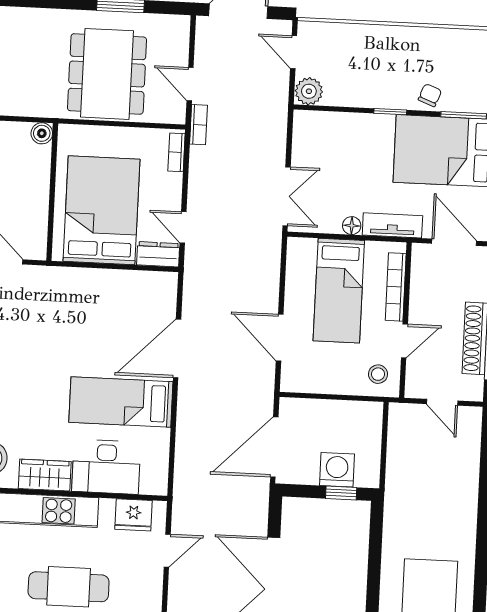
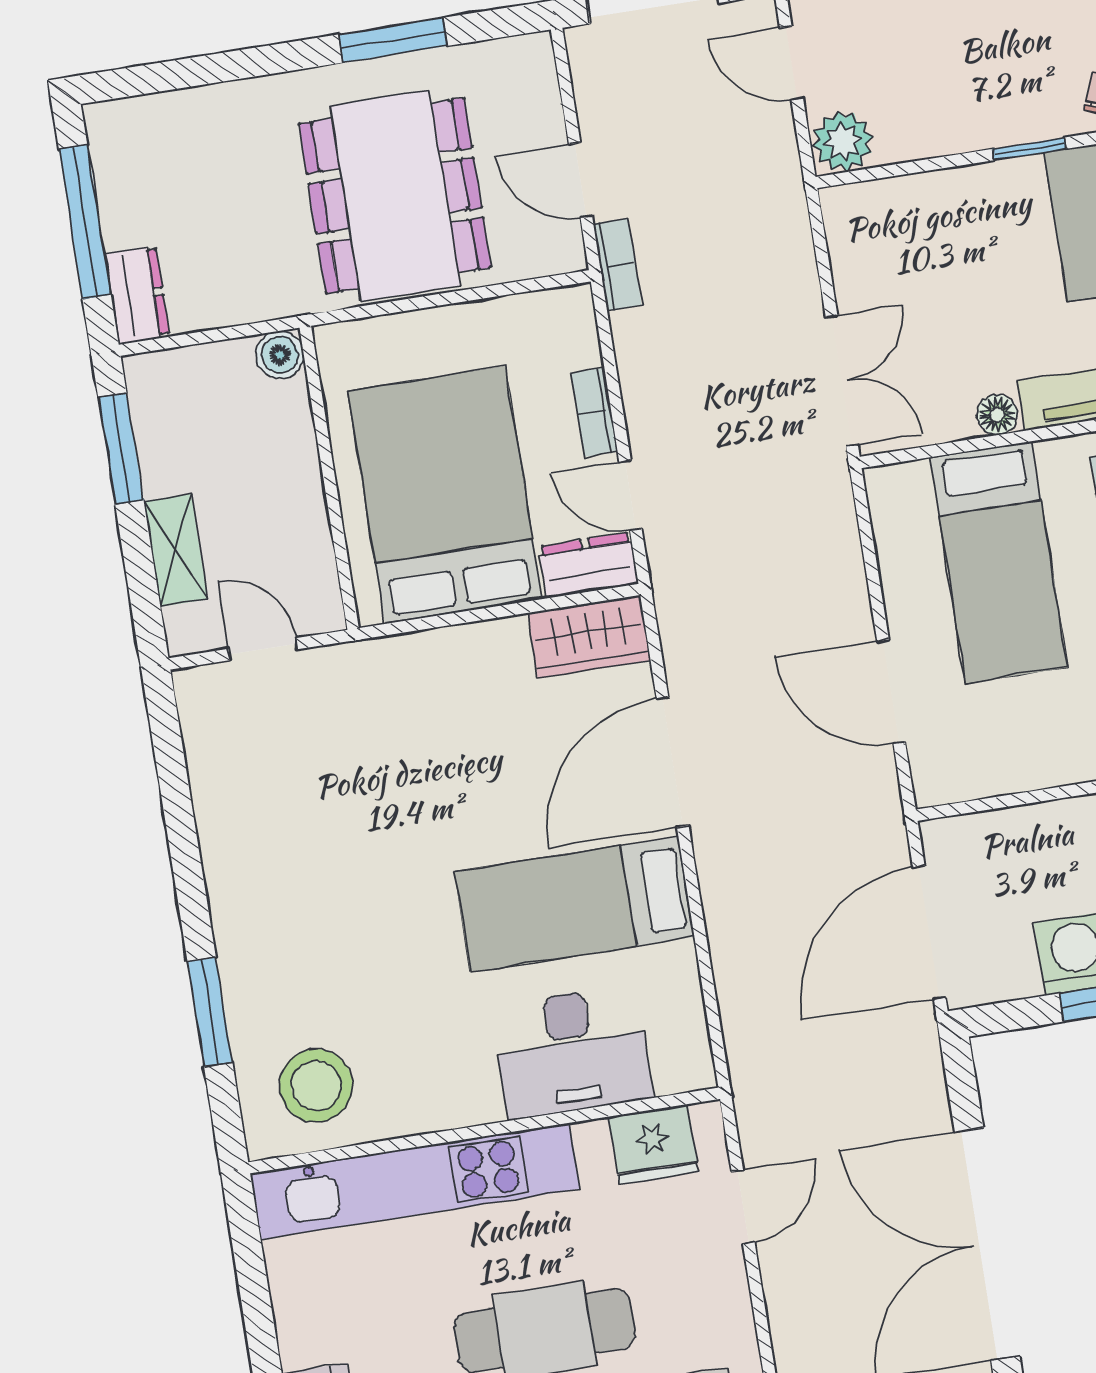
bookcase: (176, 152) -> (594, 412), moved
wardrobe: (45, 475) -> (589, 637), moved, turned 180

